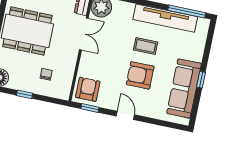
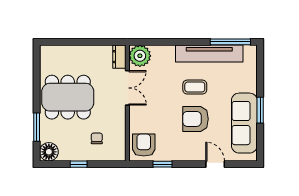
window: (201, 80) -> (260, 110), width x1.50
window: (90, 108) -> (163, 164), moved
door: (125, 115) -> (215, 164), moved

